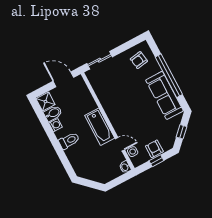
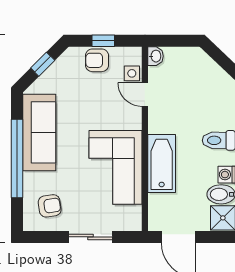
sliding door: (100, 60) -> (91, 237), moved
corner sofa: (115, 98) -> (116, 167), added
bathtub: (100, 127) -> (162, 164), moved
armchair: (154, 149) -> (97, 60), turned 90

